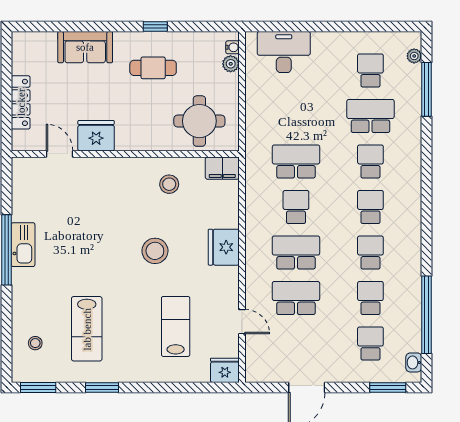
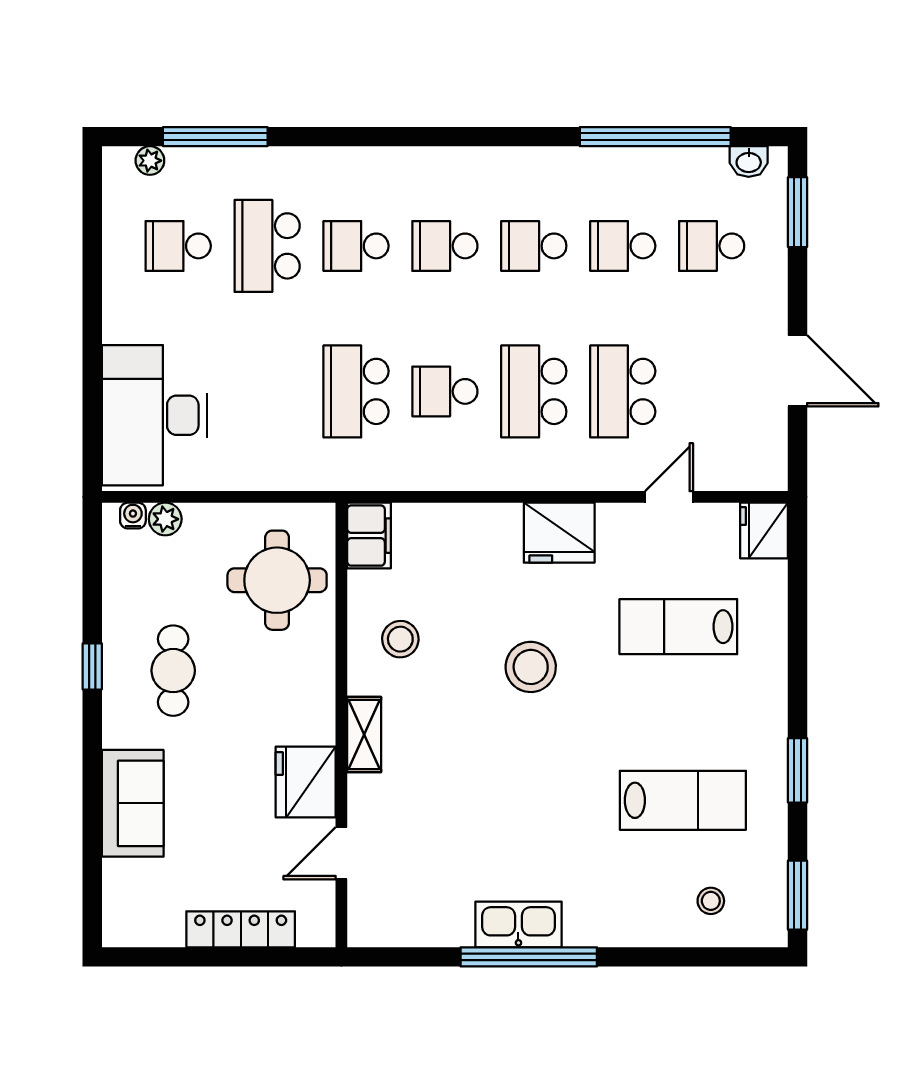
desk: (284, 52) -> (154, 415), width x1.36, depth x1.30
shelving: (120, 166) -> (364, 735), added
fridge: (224, 247) -> (559, 533), moved

